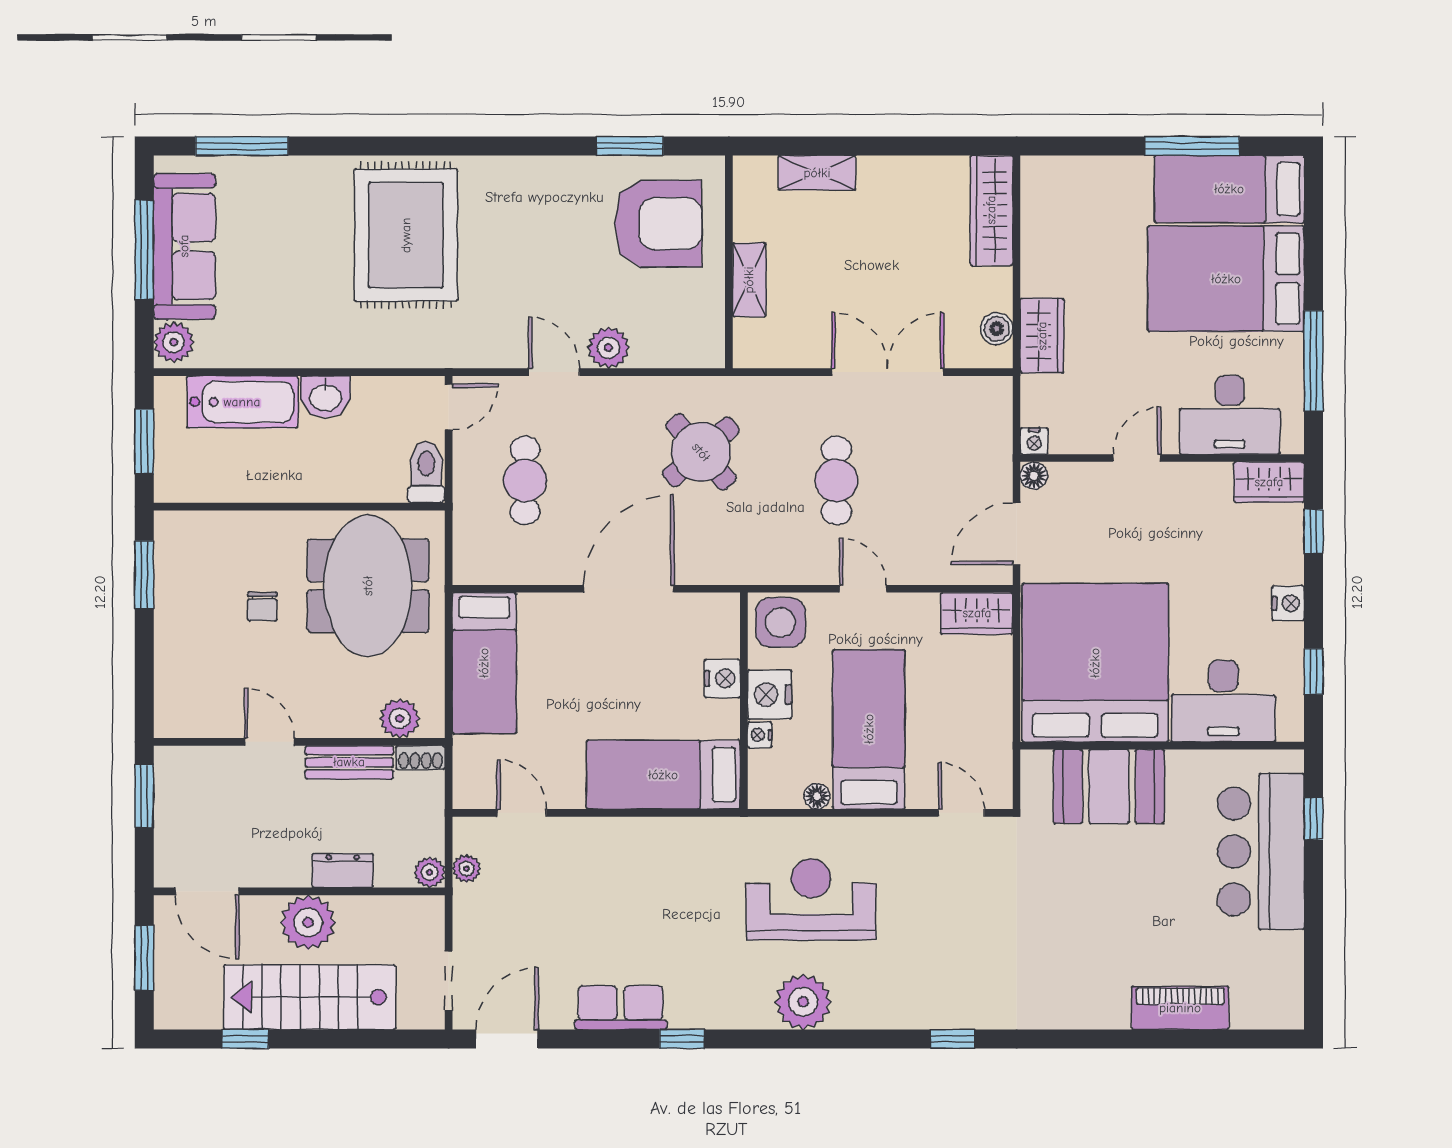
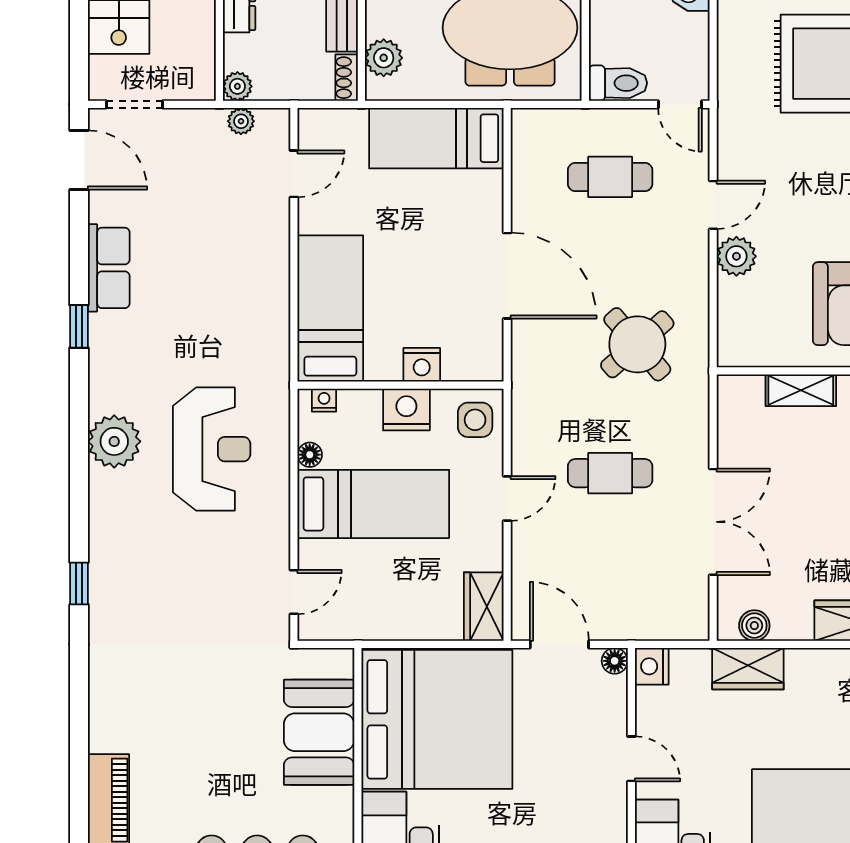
nightstand: (1034, 441) -> (652, 666), width x1.39, depth x1.35
side table: (780, 622) -> (475, 420), width x0.73, depth x0.73
nightstand: (760, 735) -> (324, 400), moved

